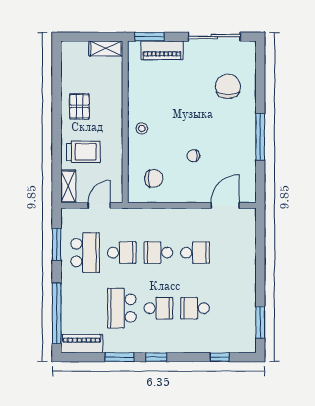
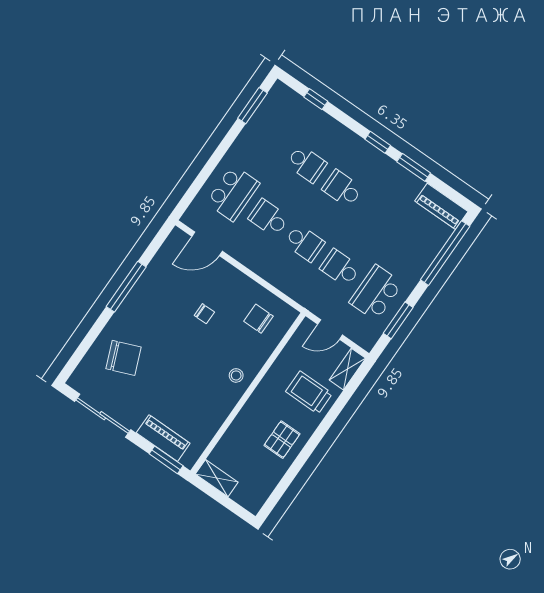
chair: (228, 86) -> (124, 358), turned -112
school desk: (122, 308) -> (233, 193), moved

